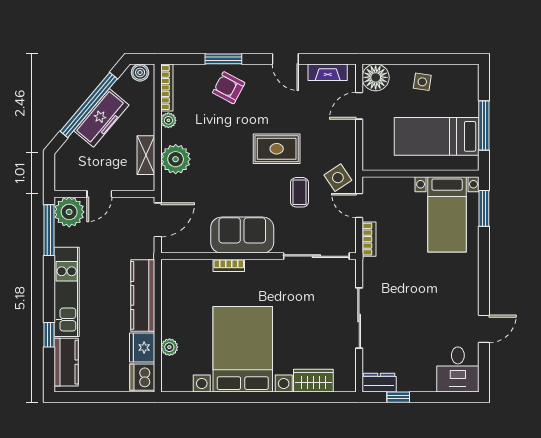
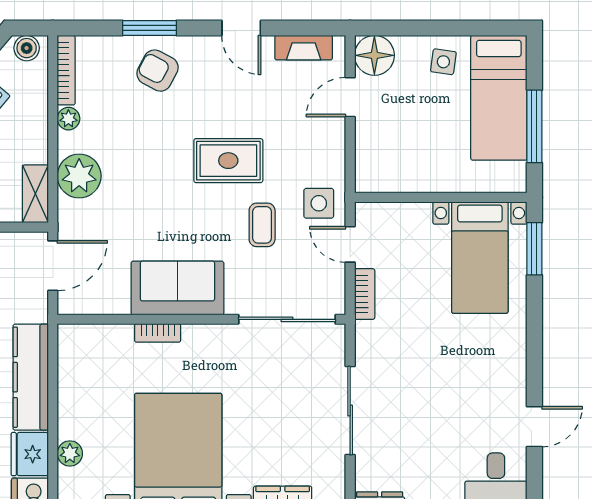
bed: (437, 136) -> (499, 98), moved, turned -90
shelving: (146, 155) -> (35, 194), moved
side table: (338, 178) -> (319, 203), turned 34

